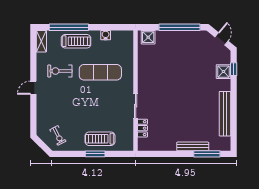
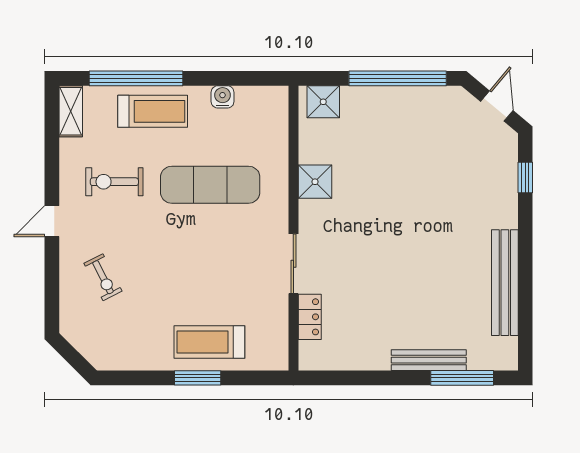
shower: (223, 72) -> (315, 182), moved
exercise bike: (58, 135) -> (103, 277), moved

